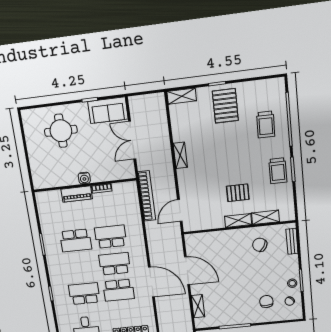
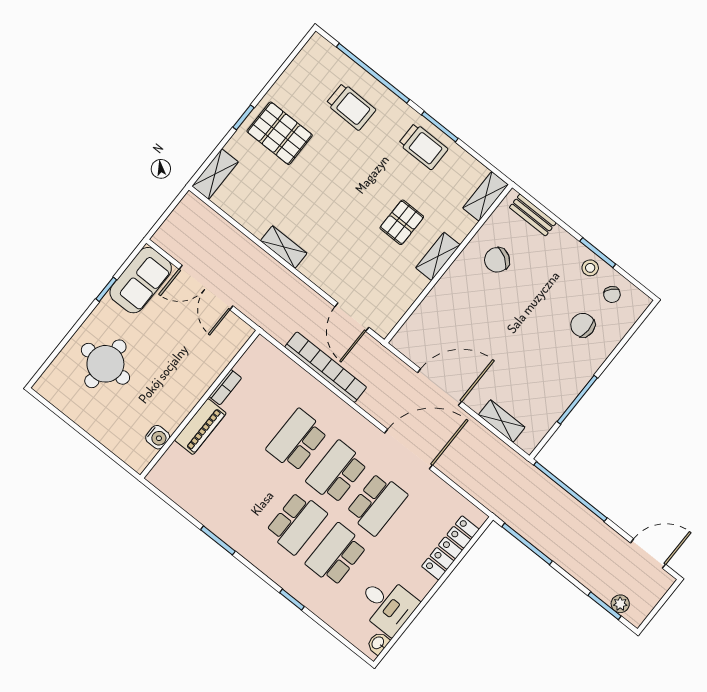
water cooler: (84, 178) -> (158, 437), moved
bookcase: (147, 196) -> (326, 367), moved
shelving: (266, 217) -> (486, 196), moved
school desk: (76, 240) -> (296, 523), moved

